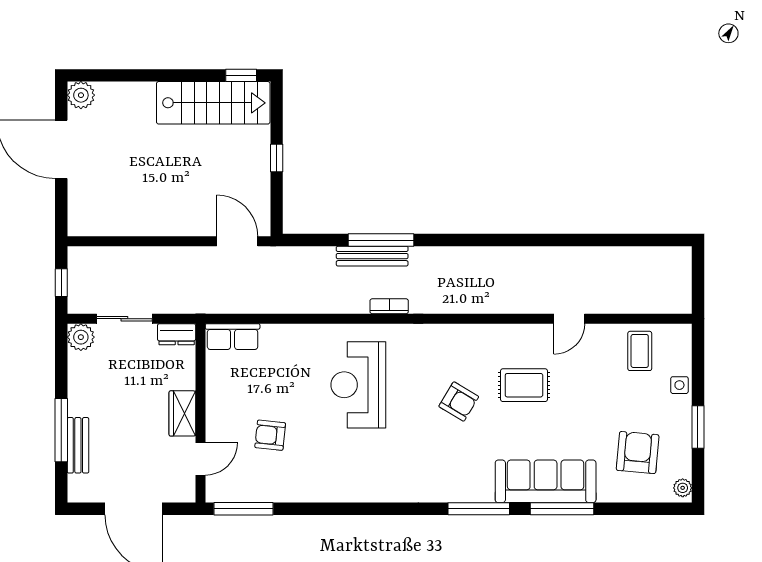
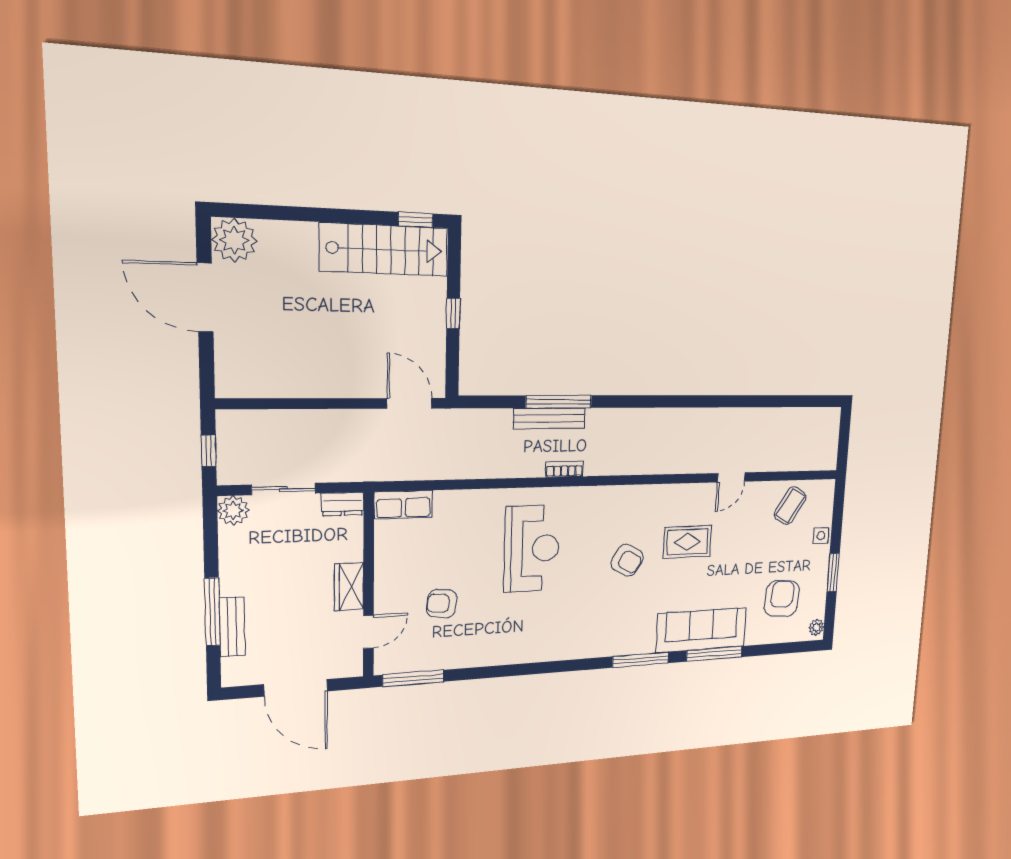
plant: (81, 95) -> (234, 240), width x1.36, depth x1.36
coffee table: (640, 351) -> (790, 506), turned 32
reception desk: (358, 385) -> (532, 549), turned 180

